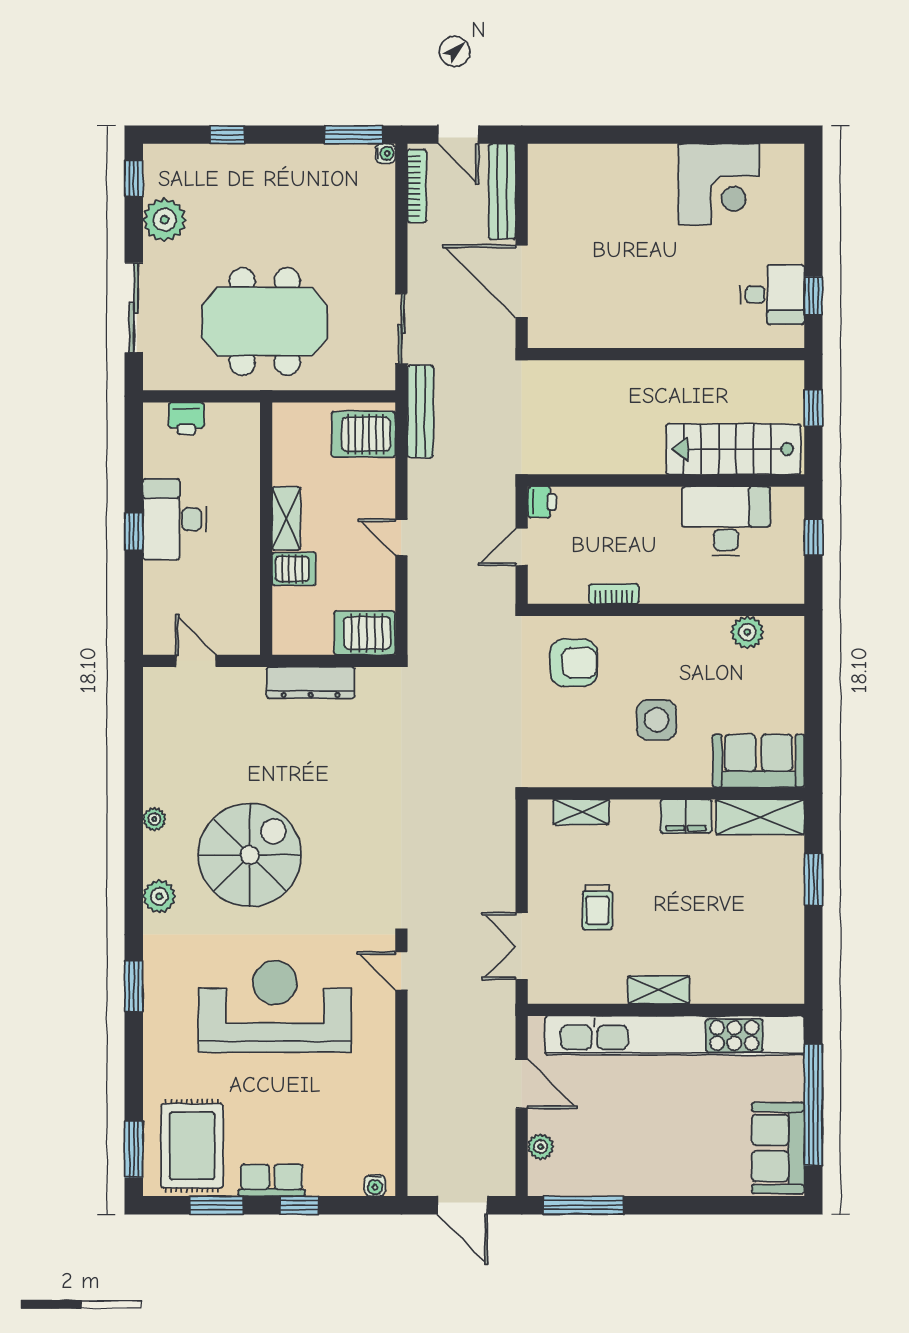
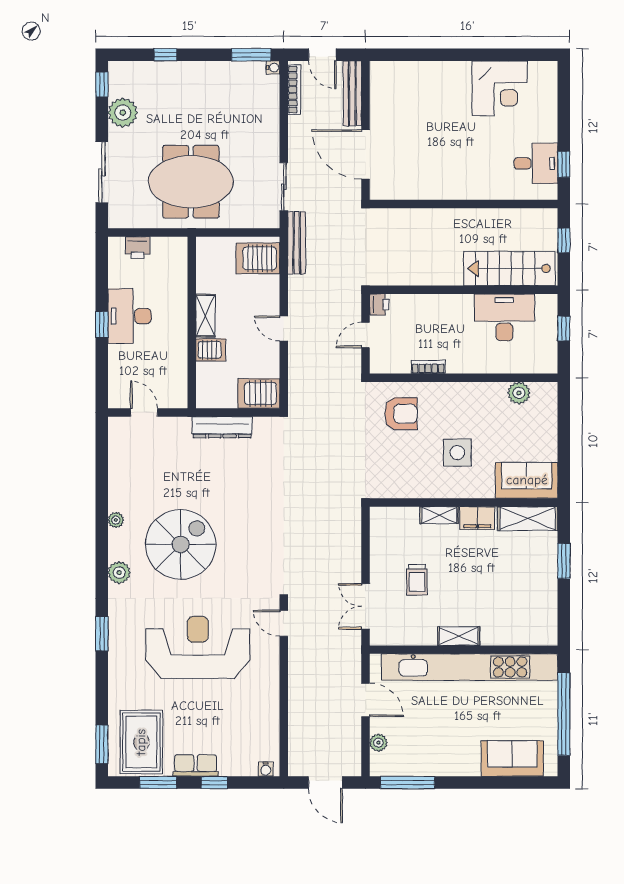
shelving: (581, 812) -> (439, 515), moved
sofa: (778, 1148) -> (512, 758), moved, turned 90

